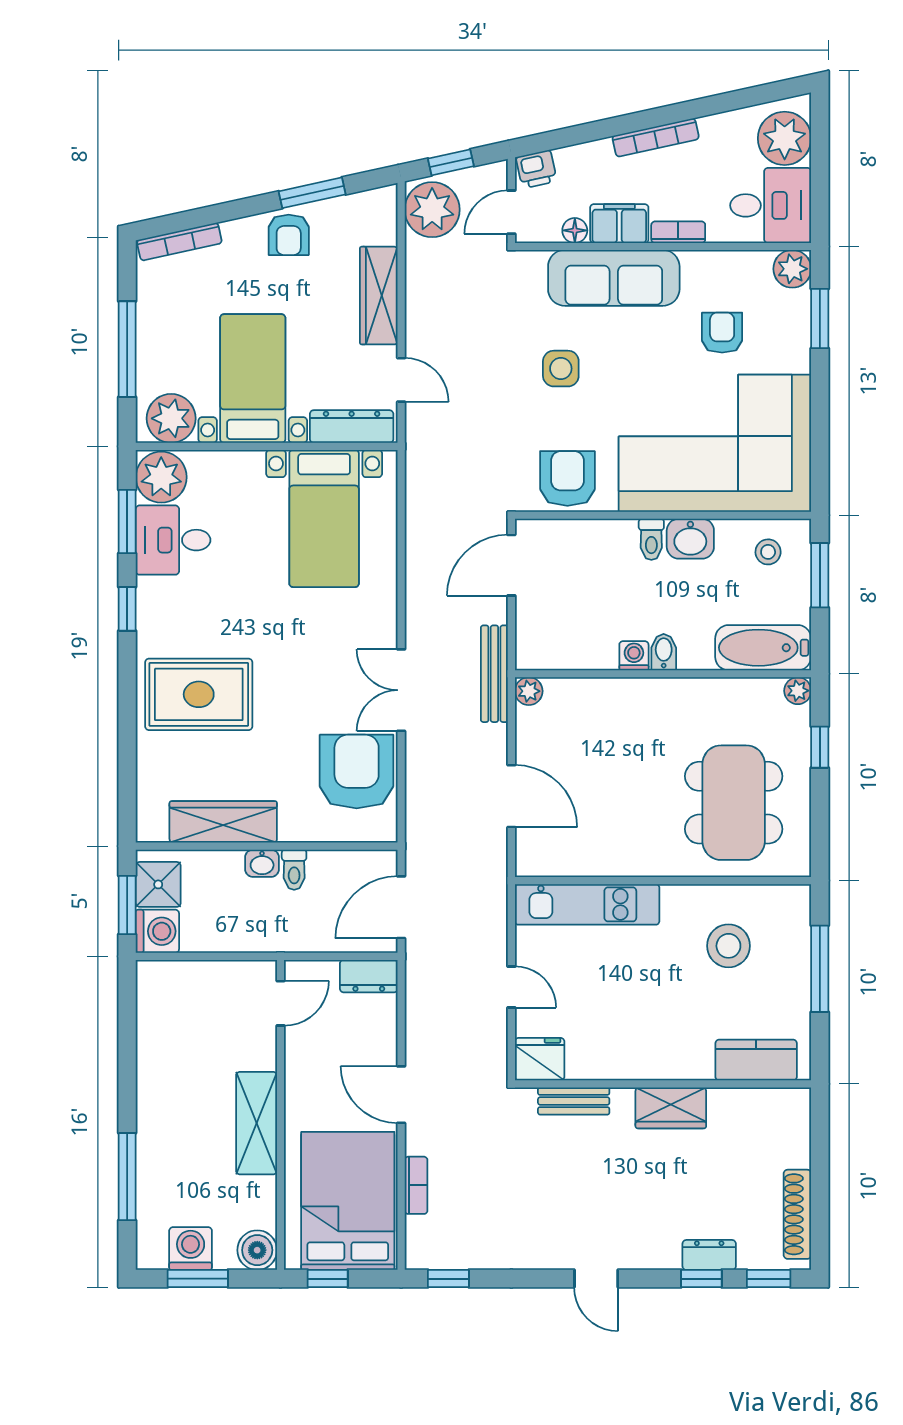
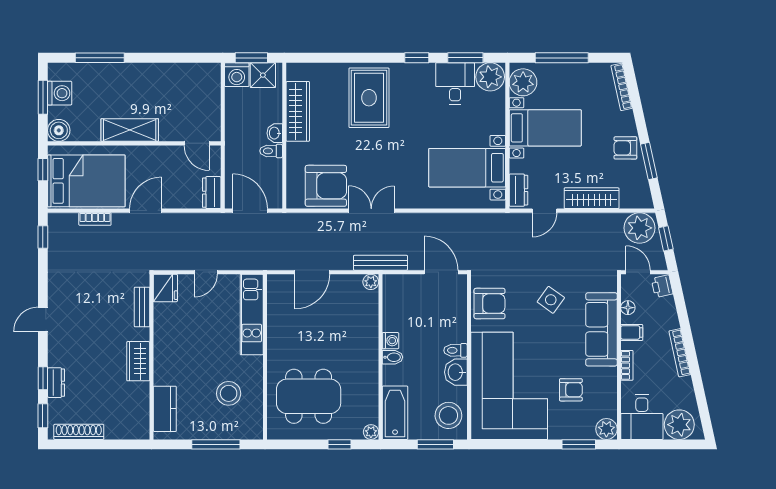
filing cabinet: (619, 224) -> (632, 332), width x0.50
side table: (561, 369) -> (551, 300), turned 36
dresser: (352, 427) -> (518, 190), width x0.70
stool: (768, 552) -> (448, 415), width x1.89, depth x1.89

